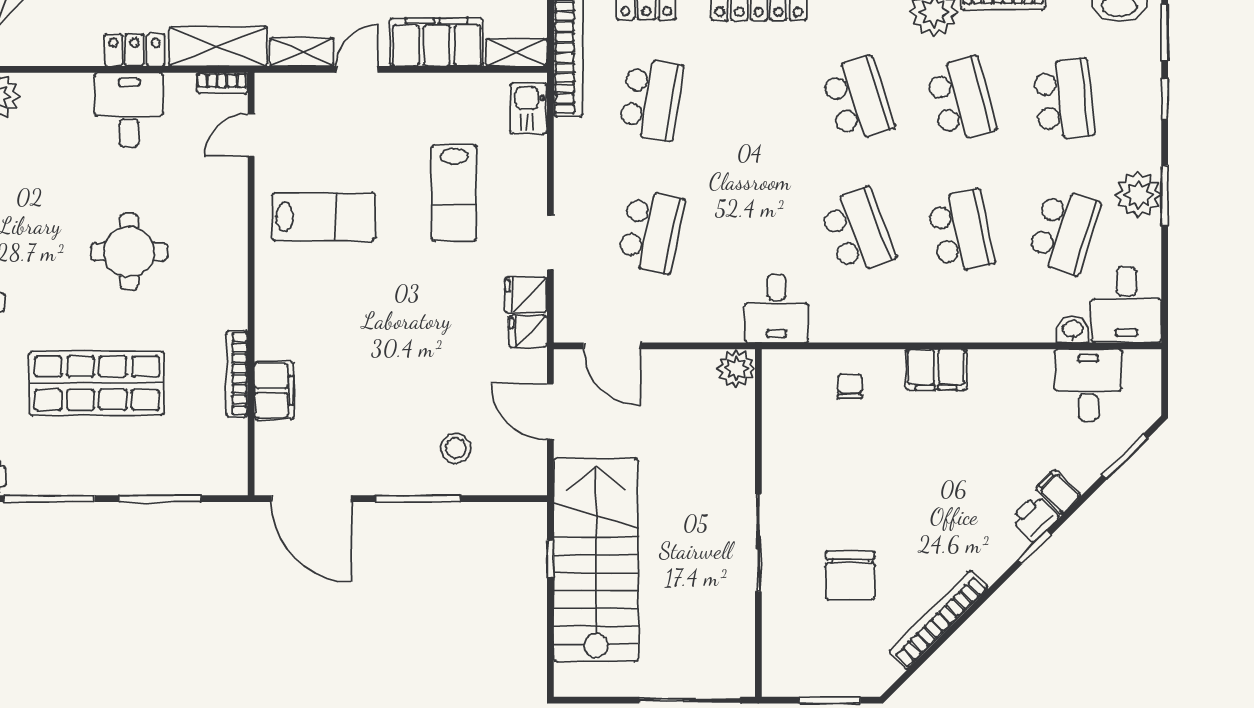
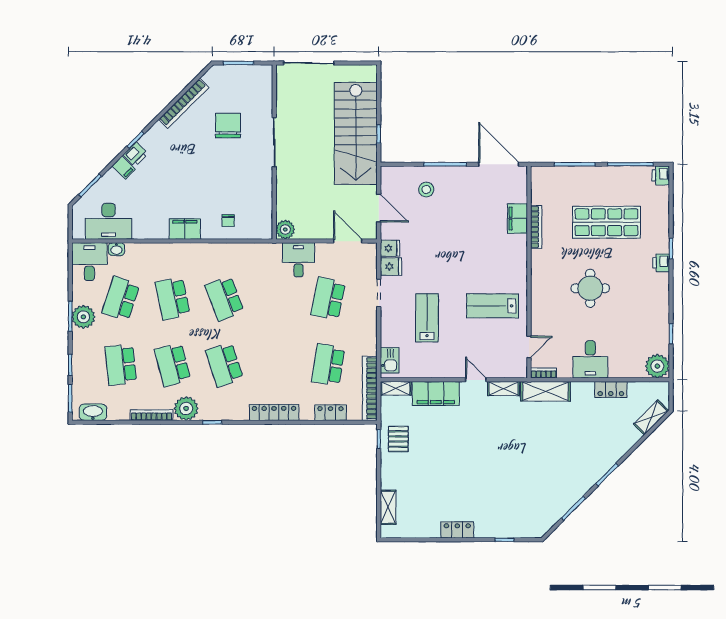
locker: (134, 50) -> (611, 390), moved
door: (357, 69) -> (476, 380), swing flipped
desk: (776, 308) -> (298, 260), moved
desk: (1088, 385) -> (109, 221), width x1.37

